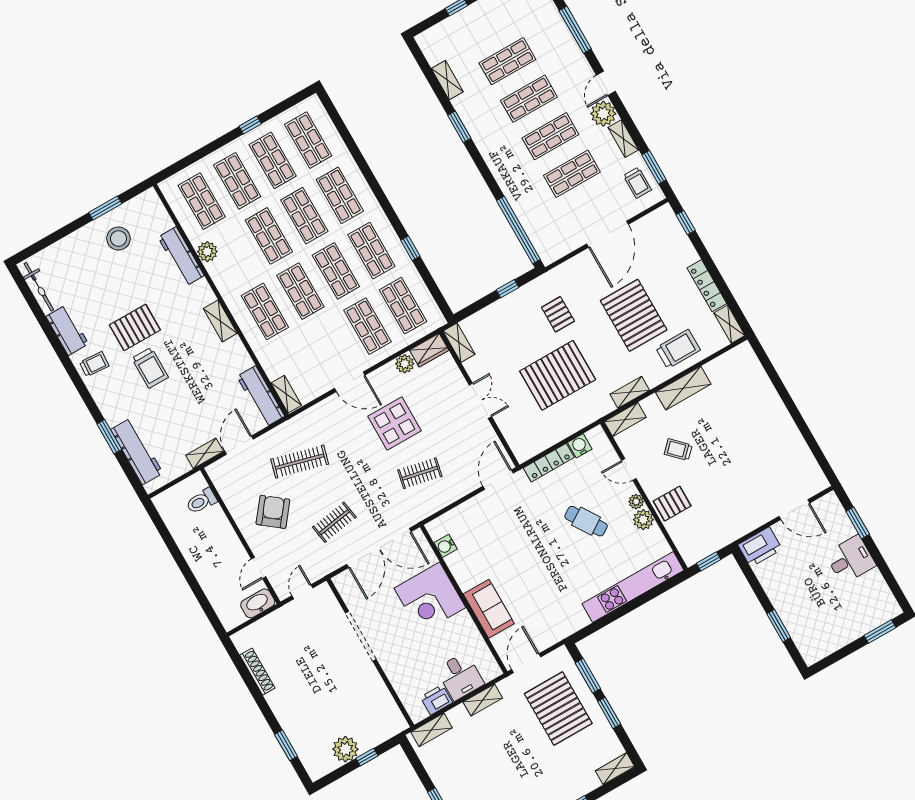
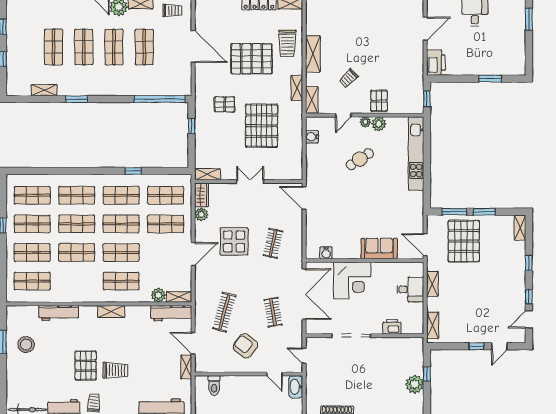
plant: (207, 252) -> (158, 295), moved
trolley: (678, 349) -> (287, 43), turned 180
locker: (549, 463) -> (311, 161), removed
printer: (436, 700) -> (392, 327), moved, turned 90
pallet: (558, 708) -> (464, 241), turned 90

